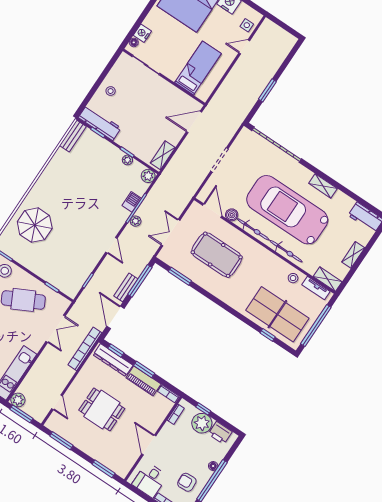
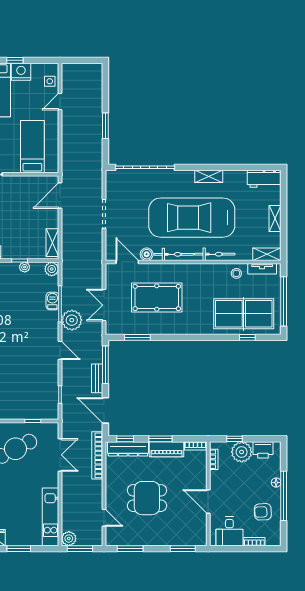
plant: (136, 221) -> (72, 320), width x1.88, depth x1.88

